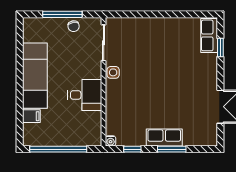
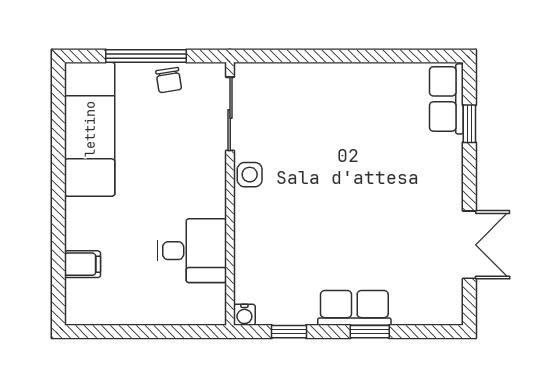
exam couch: (35, 76) -> (90, 129), moved
desk: (85, 95) -> (192, 251), moved
window: (58, 149) -> (137, 332), removed
window: (172, 149) -> (370, 332), width x0.67

